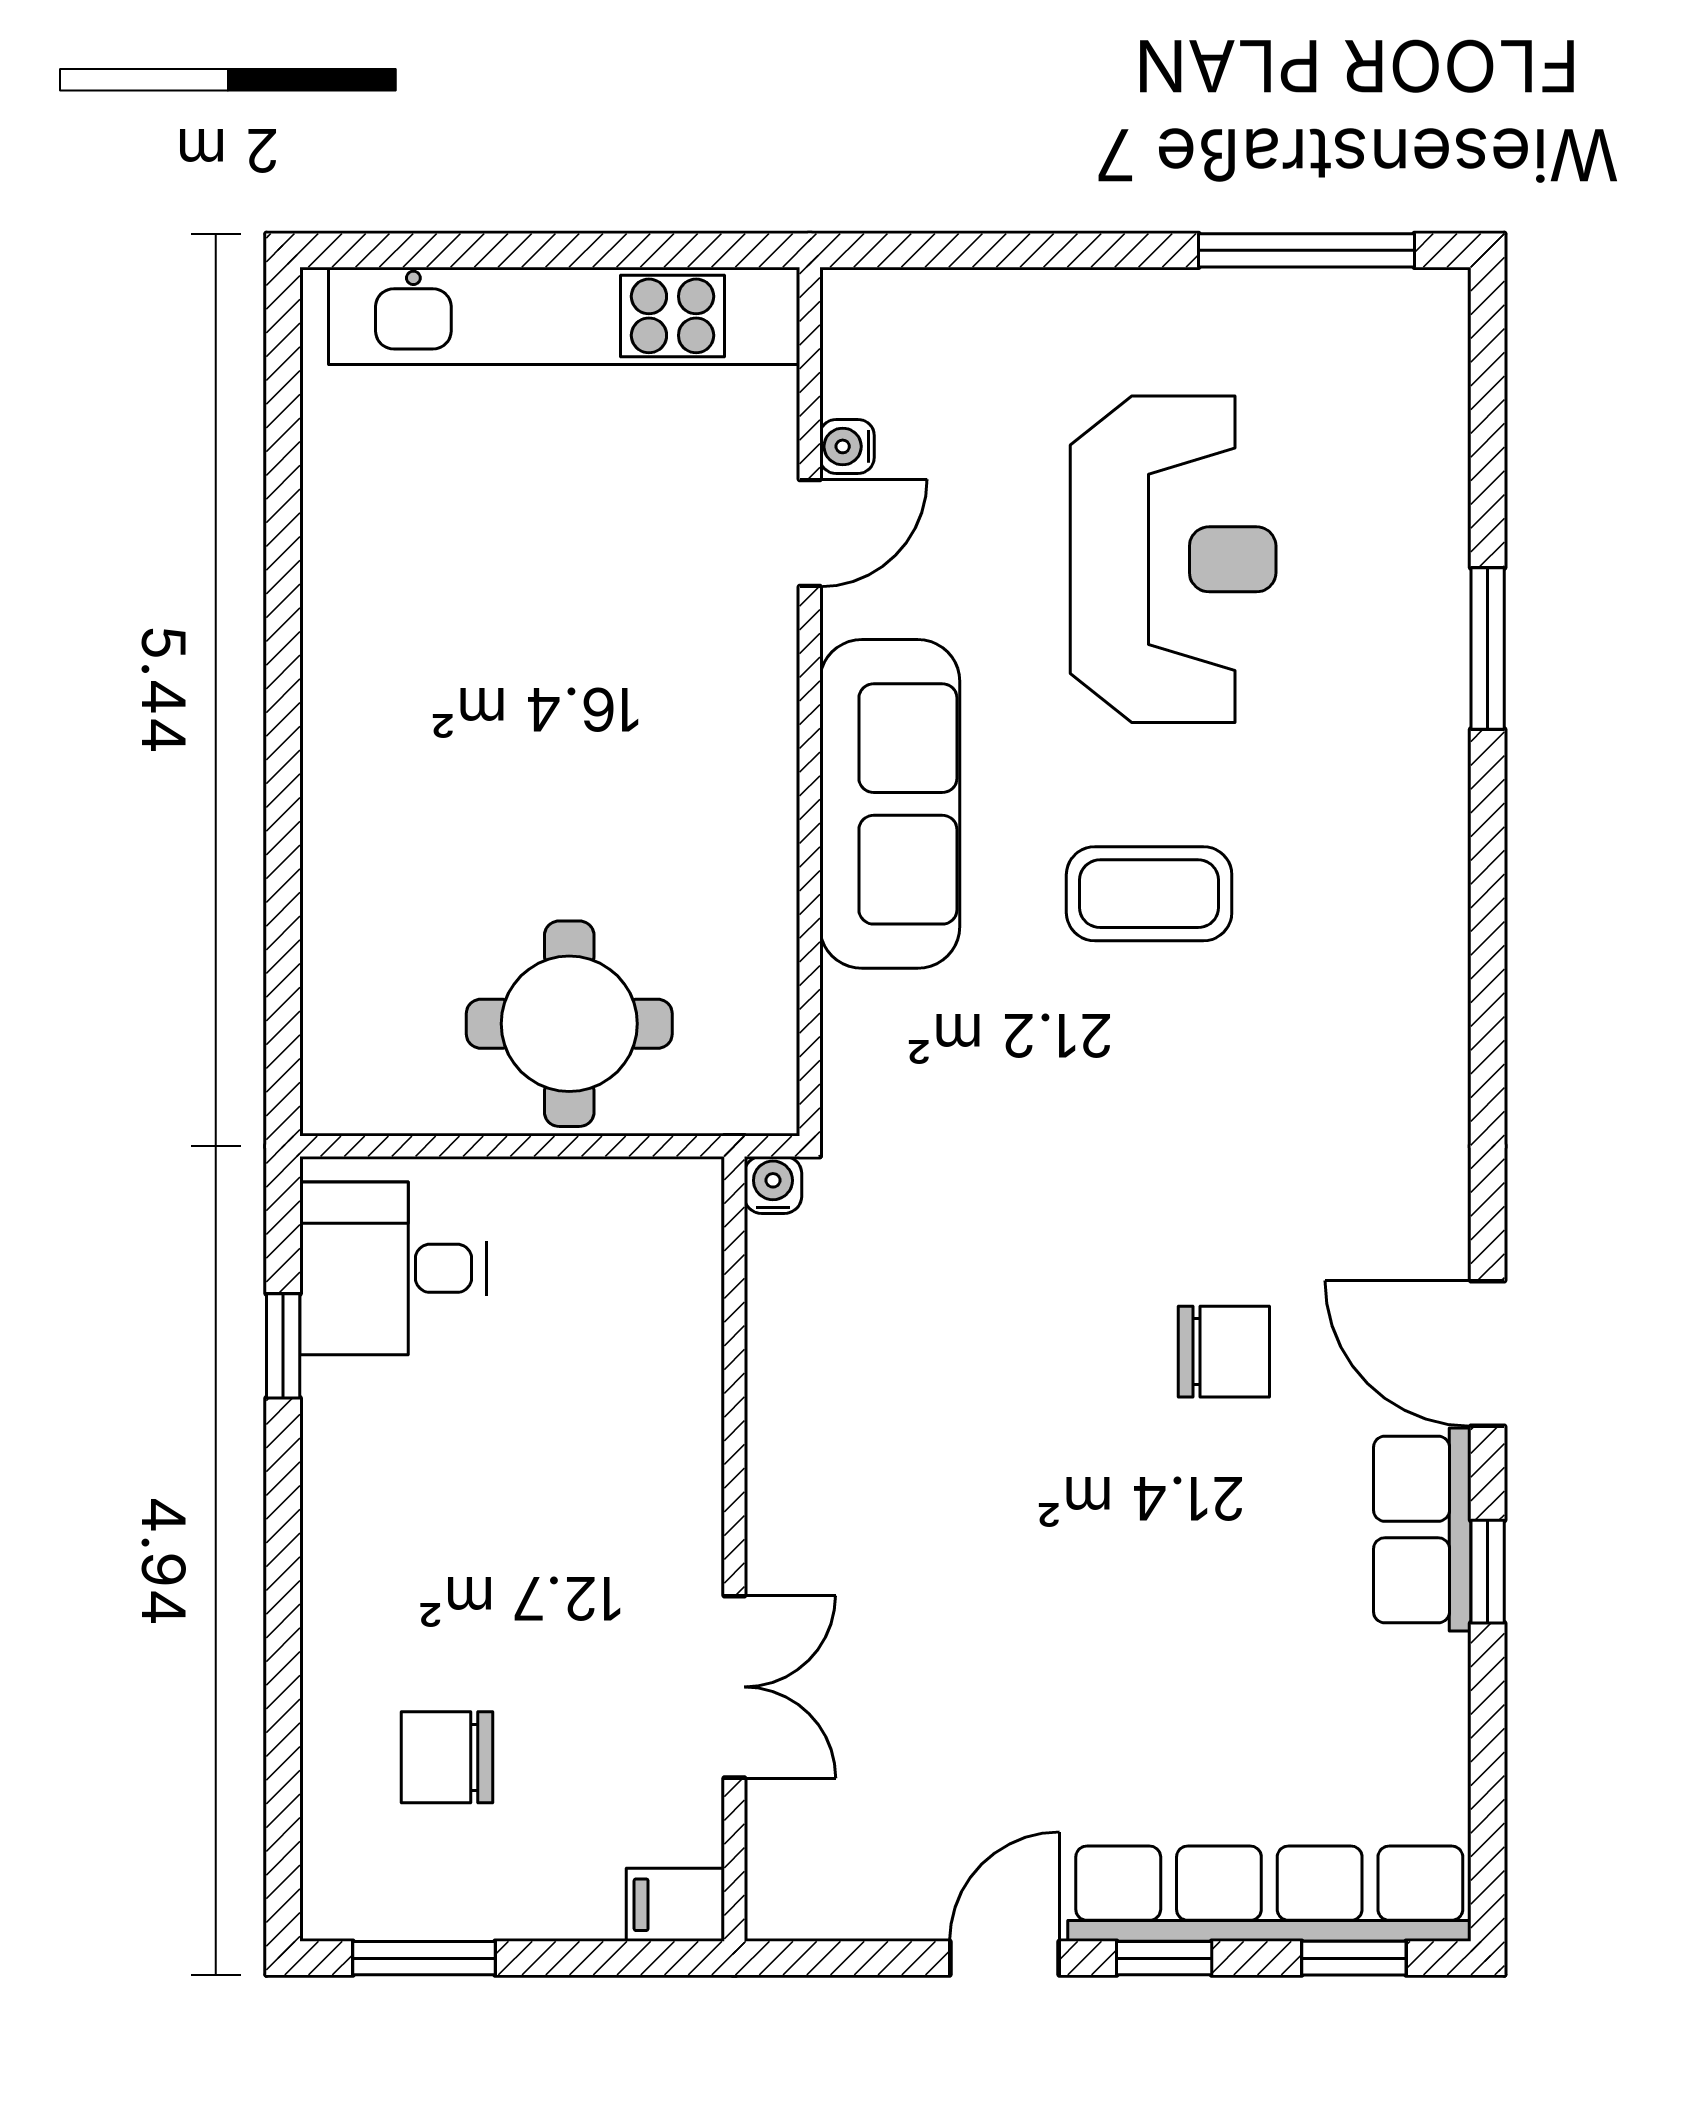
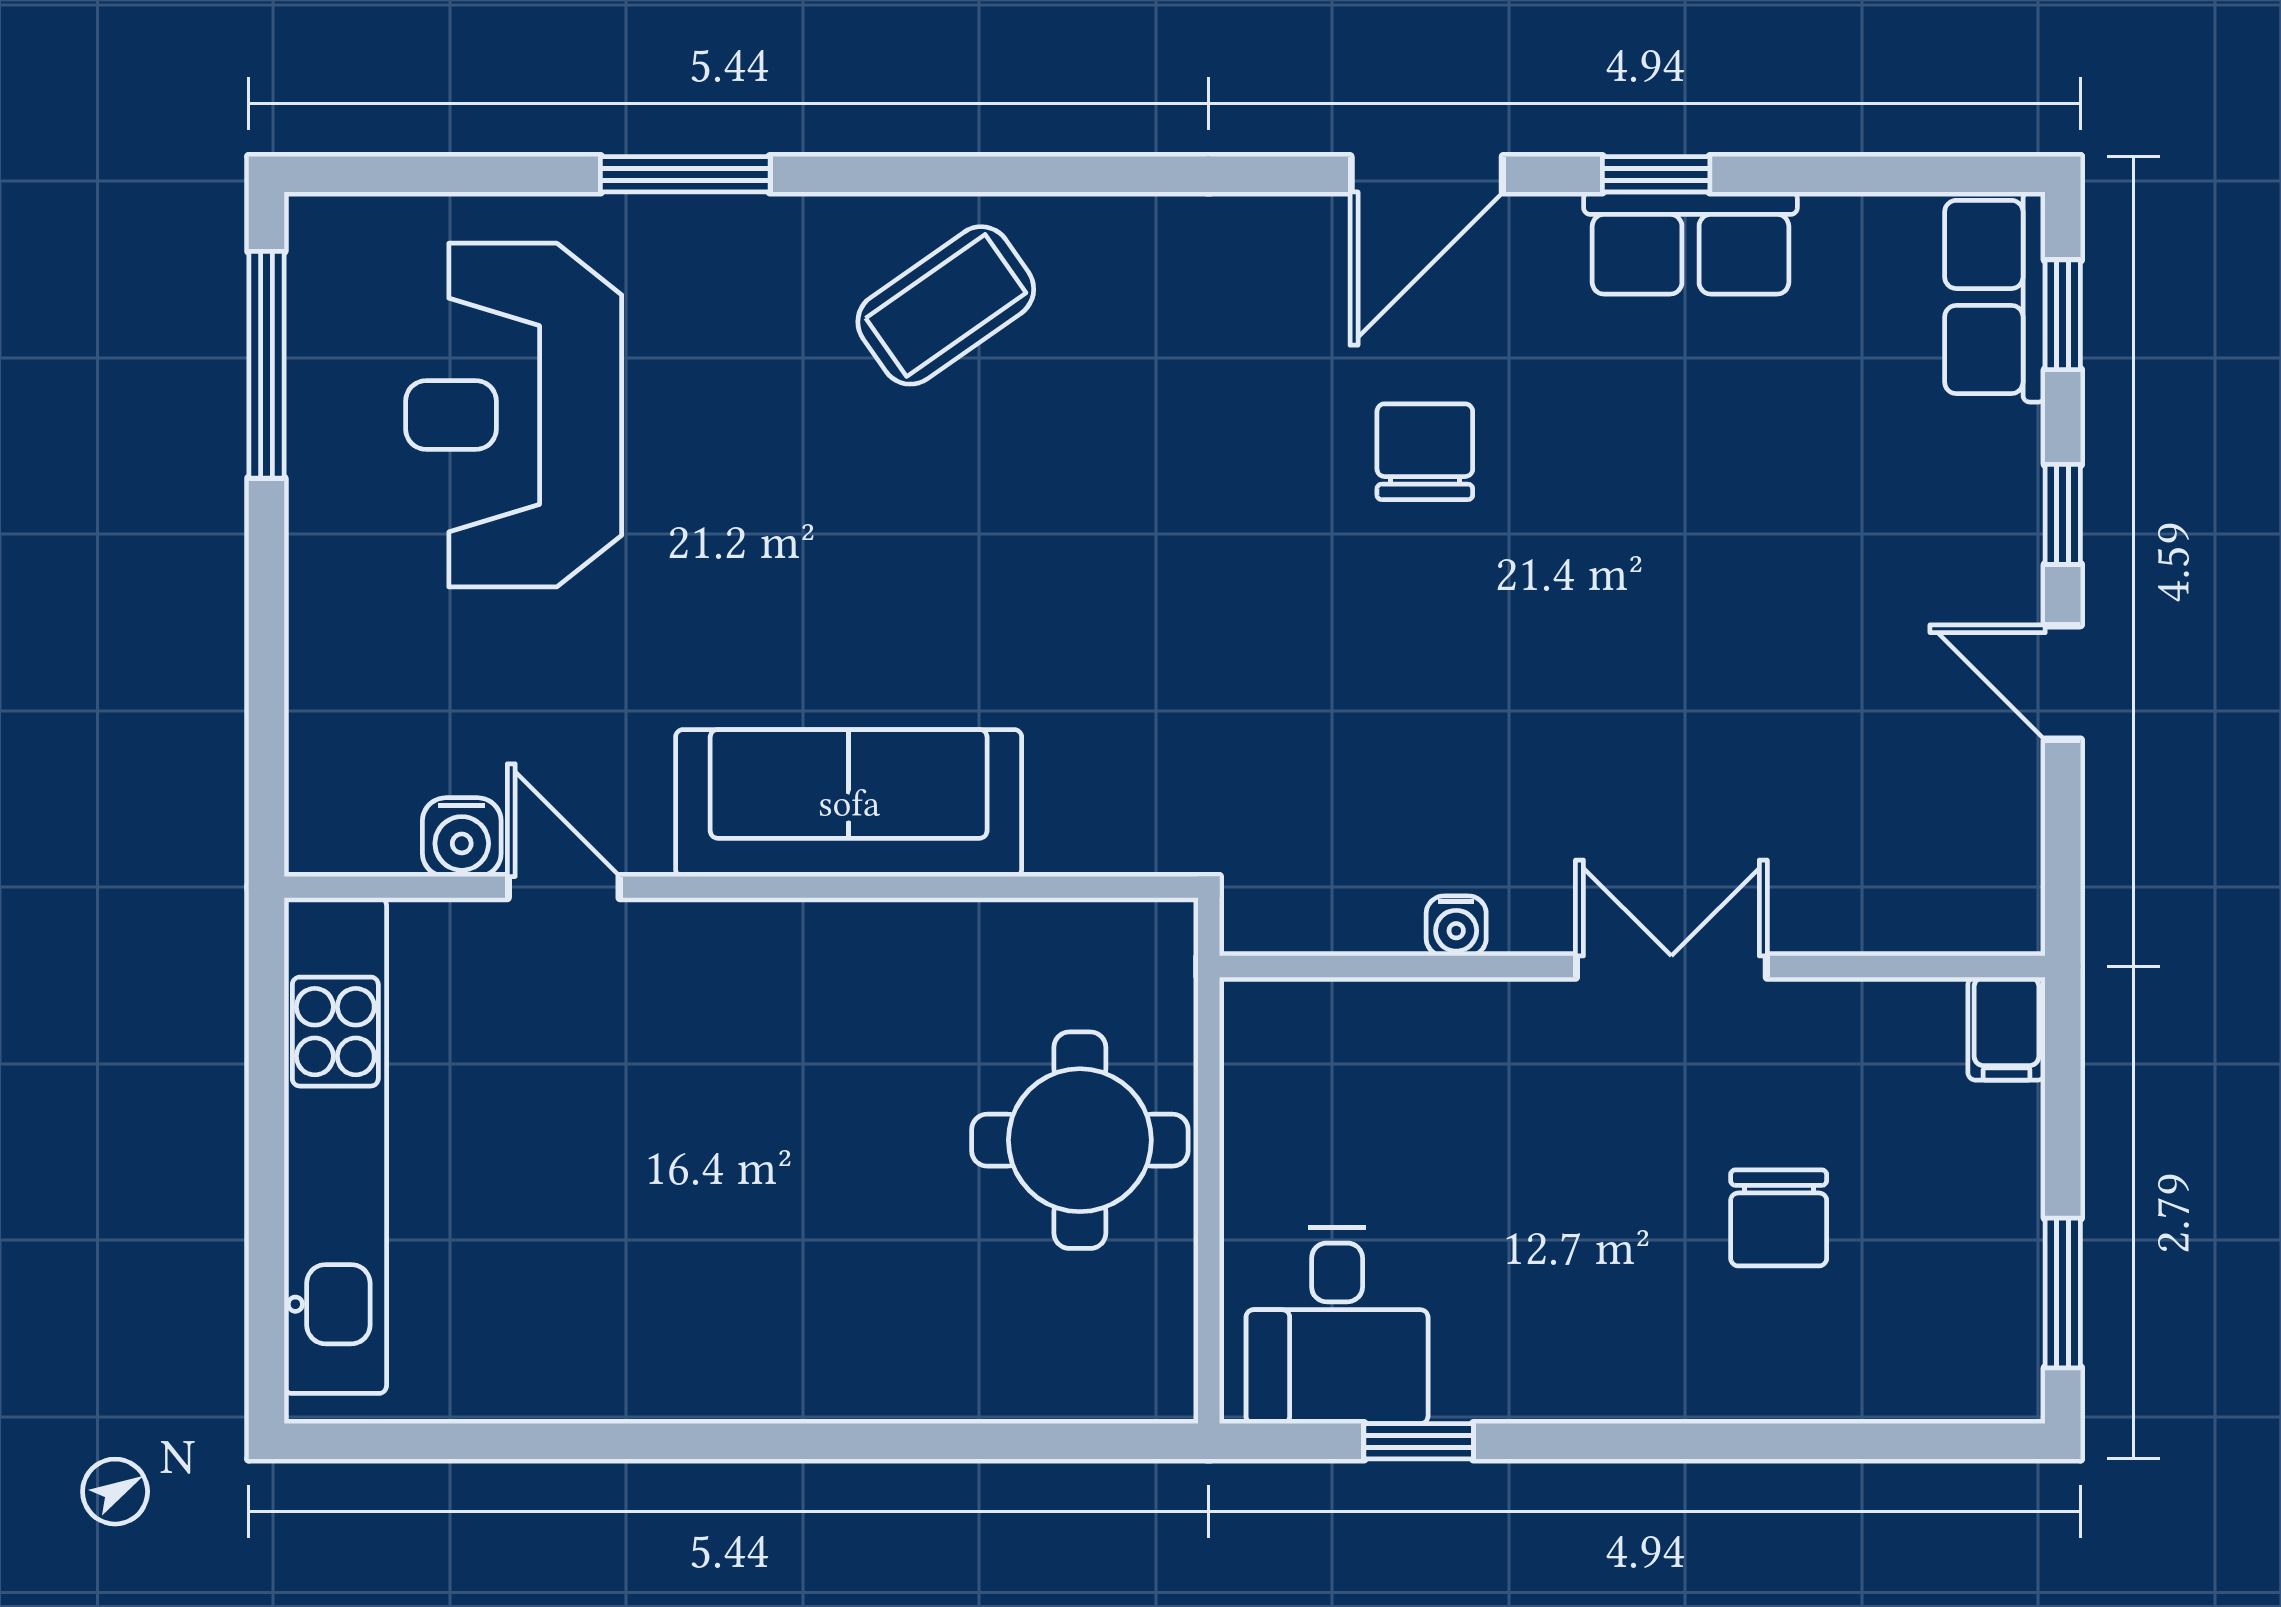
water cooler: (847, 446) -> (462, 837), width x1.38, depth x1.38
reception desk: (1173, 559) -> (514, 415), moved, turned -90
coffee table: (1149, 894) -> (946, 305), moved, turned 55
water cooler: (773, 1185) -> (1456, 926), moved, turned -90
row of seats: (1422, 1530) -> (1690, 243), moved
double door: (734, 1687) -> (1671, 967), moved
chair: (447, 1757) -> (1779, 1218), moved
row of seats: (1269, 1894) -> (1995, 297), width x0.50

